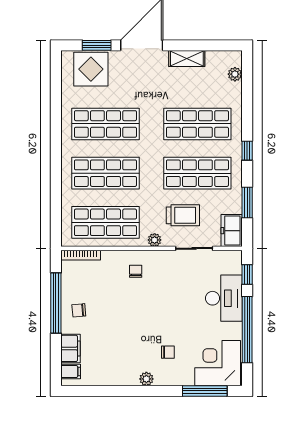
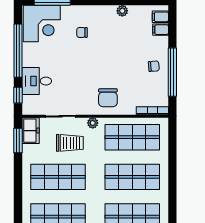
window: (247, 151) -> (18, 195), removed
window: (247, 203) -> (18, 141), moved
trolley: (183, 215) -> (70, 143), turned 180
chair: (136, 271) -> (108, 98), width x1.87, depth x1.87
desk: (224, 298) -> (37, 81), width x0.73
filing cabinet: (70, 348) -> (161, 30), width x0.50
plant: (146, 379) -> (122, 11), moved

